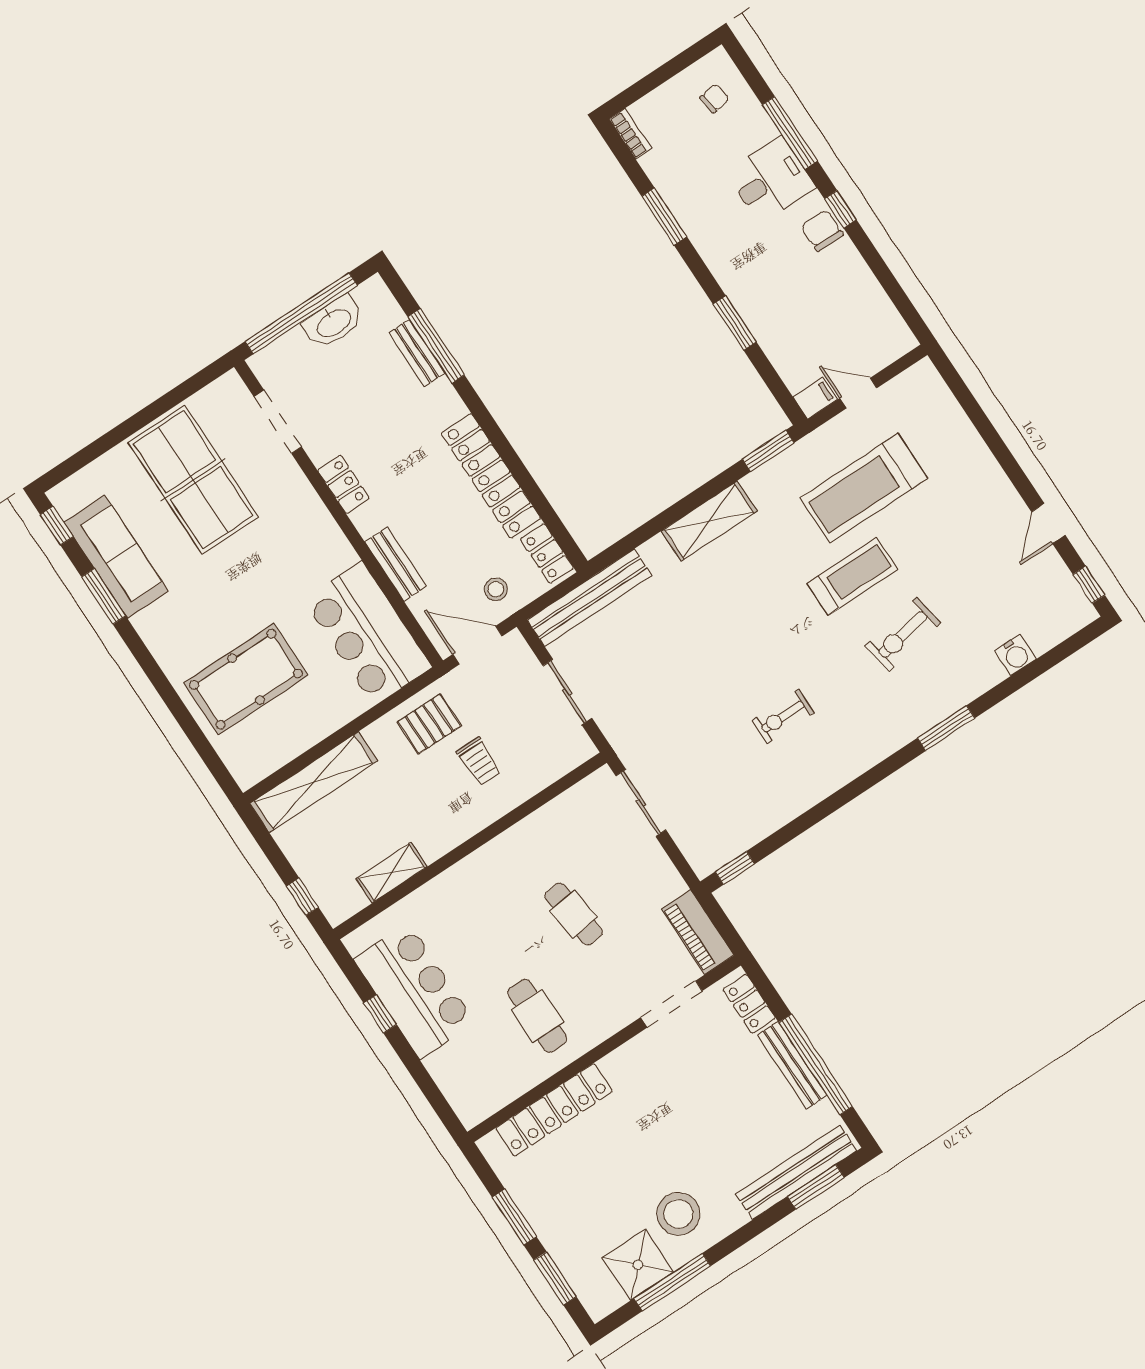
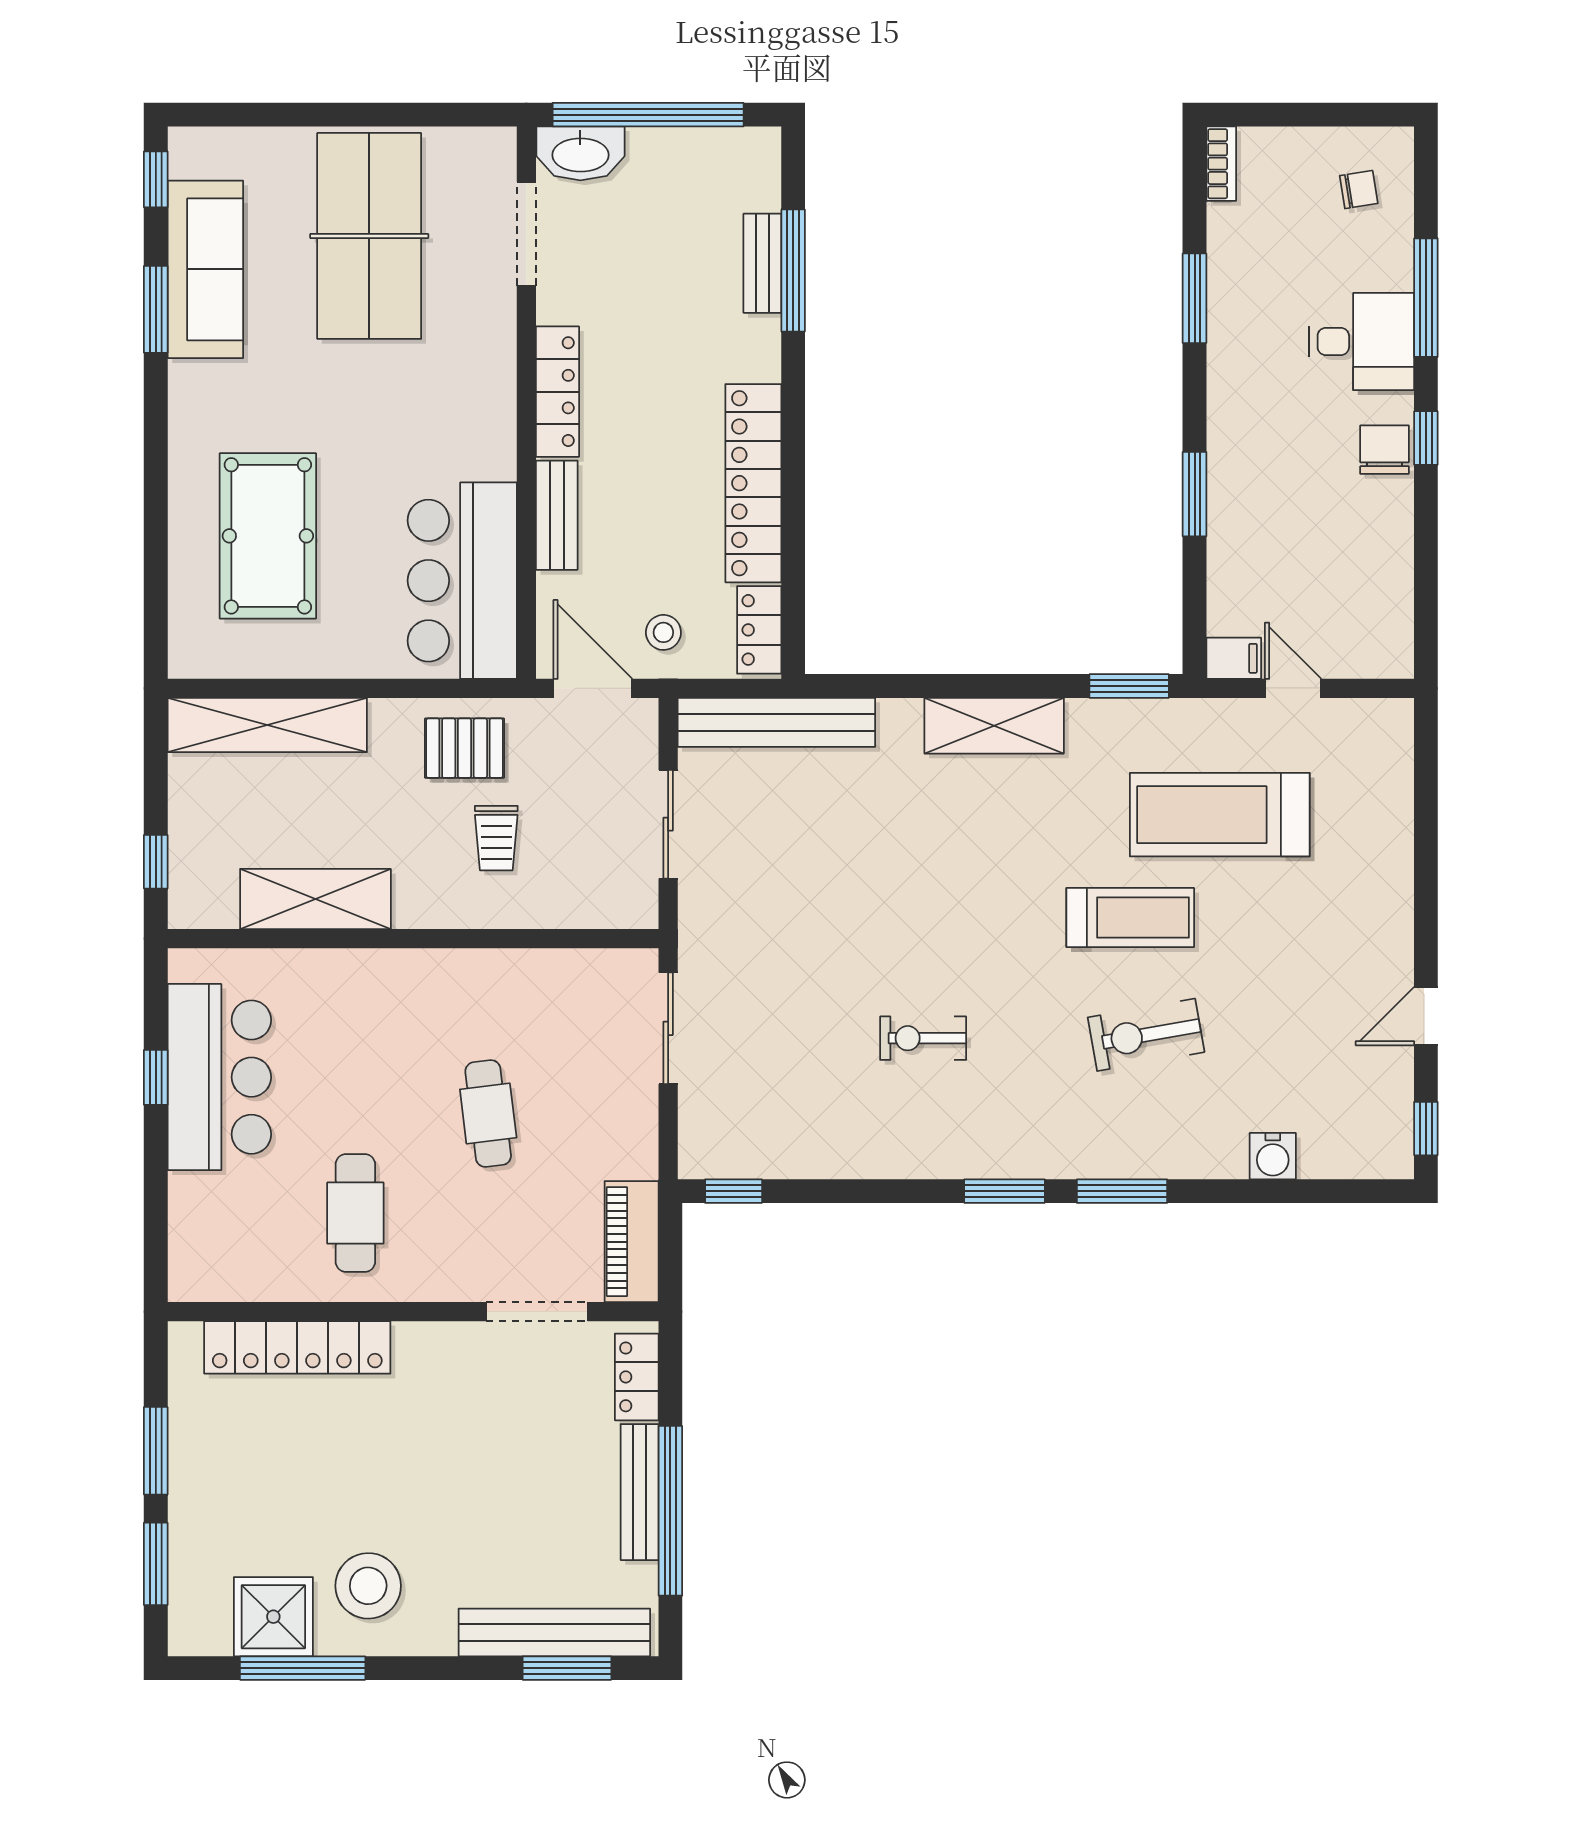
washbasin: (333, 322) -> (580, 153), moved
locker: (343, 484) -> (557, 392), width x1.53
pool table: (246, 679) -> (268, 536), turned 90
window: (882, 770) -> (1005, 1191), added
shelving: (392, 873) -> (315, 899), width x1.50, depth x1.33

